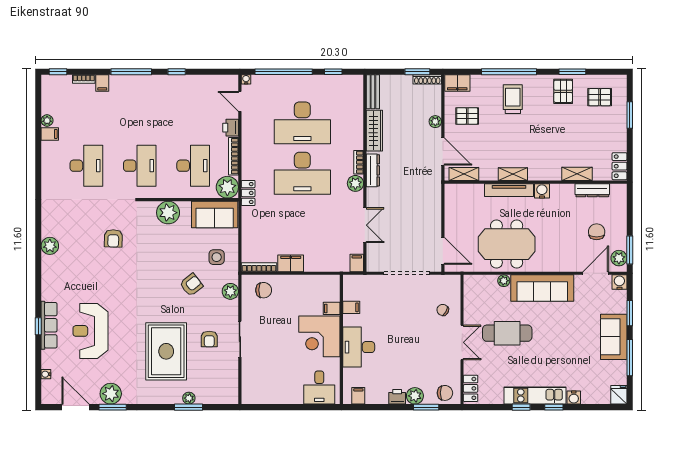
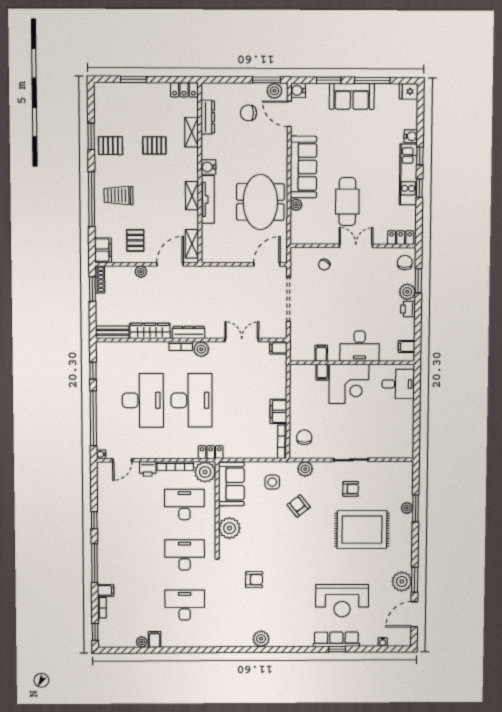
pallet: (600, 97) -> (154, 145), moved, turned 90

